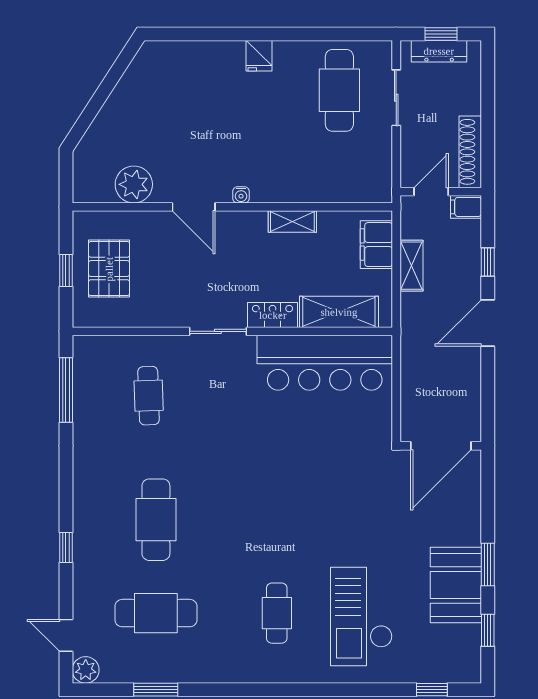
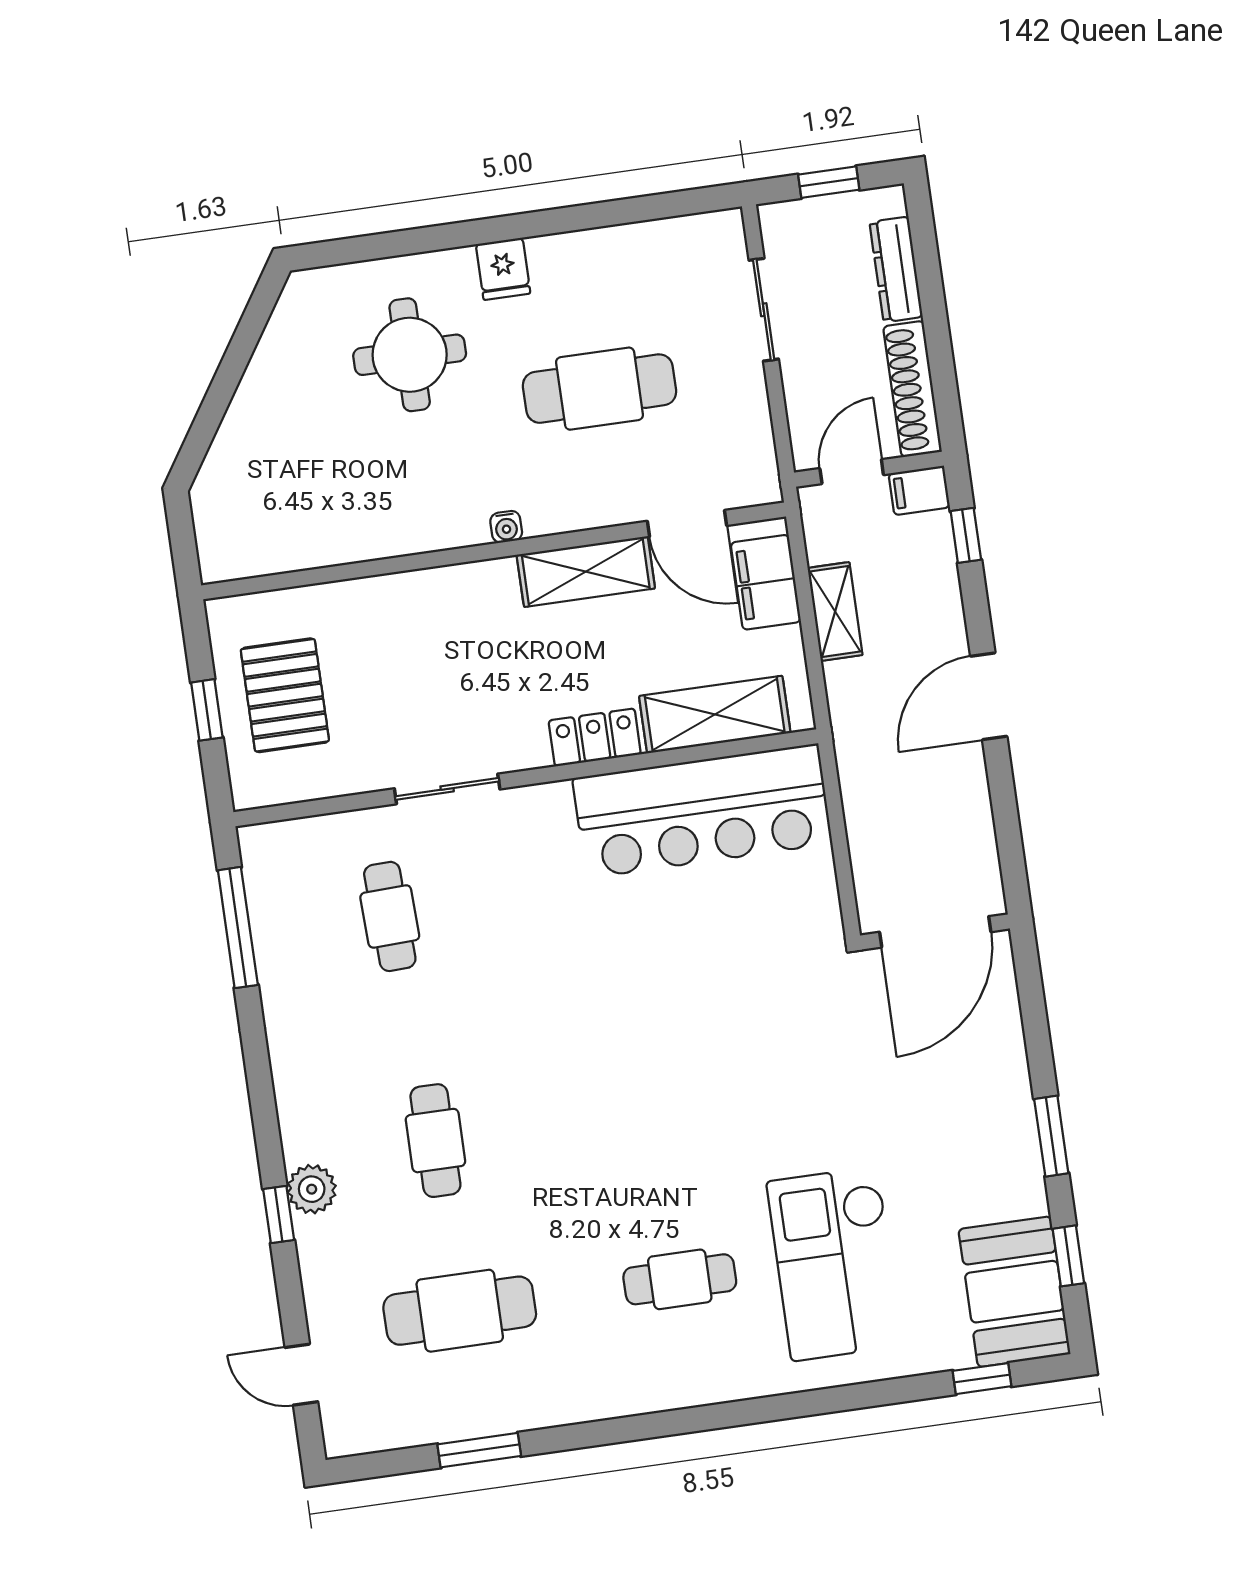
dresser: (439, 51) -> (896, 269), moved, turned 90
cafe table: (339, 90) -> (600, 389), moved, turned 90
round table: (202, 95) -> (410, 355), added
plant: (134, 184) -> (308, 536), removed
door: (194, 207) -> (687, 523), moved
shelving: (292, 221) -> (586, 572), width x1.50, depth x1.33
window: (488, 262) -> (966, 535), moved
sliding door: (218, 331) -> (447, 789), moved
cafe table: (156, 520) -> (435, 1141), width x0.73, depth x0.74
booth: (456, 585) -> (1014, 1292), moved
cafe table: (277, 613) -> (680, 1279), turned 90
plant: (86, 670) -> (312, 1189), moved

